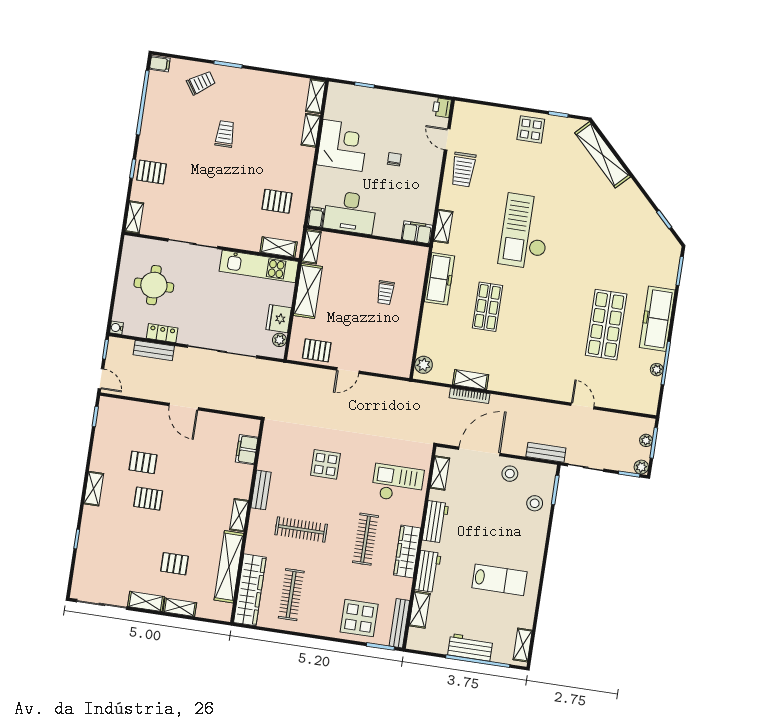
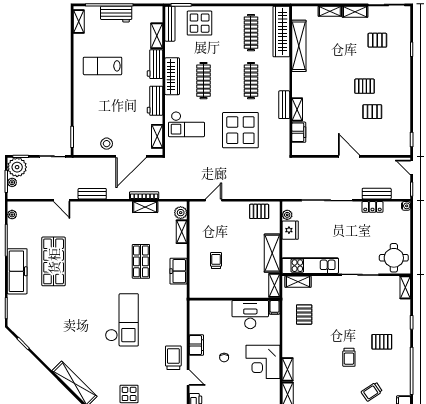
pallet: (151, 172) -> (382, 342), moved
pallet: (277, 201) -> (304, 315), turned 90
shelving: (443, 226) -> (182, 232), moved
filing cabinet: (417, 232) -> (196, 345), moved, turned -90
freezer: (440, 279) -> (178, 271), width x0.71
round table: (154, 285) -> (394, 258), moved
plant: (657, 370) -> (12, 215), moved
door: (348, 371) -> (213, 200), moved
bench: (546, 452) -> (92, 194), moved
display table: (325, 464) -> (240, 130), width x1.86, depth x1.86
plant: (641, 467) -> (17, 167), width x1.87, depth x1.87
shelving: (94, 489) -> (405, 87), removed
stool: (535, 503) -> (85, 125), removed
shelving: (239, 515) -> (297, 109), moved
clothes rail: (301, 529) -> (251, 81), turned 90
pallet: (174, 564) -> (377, 40), moved

